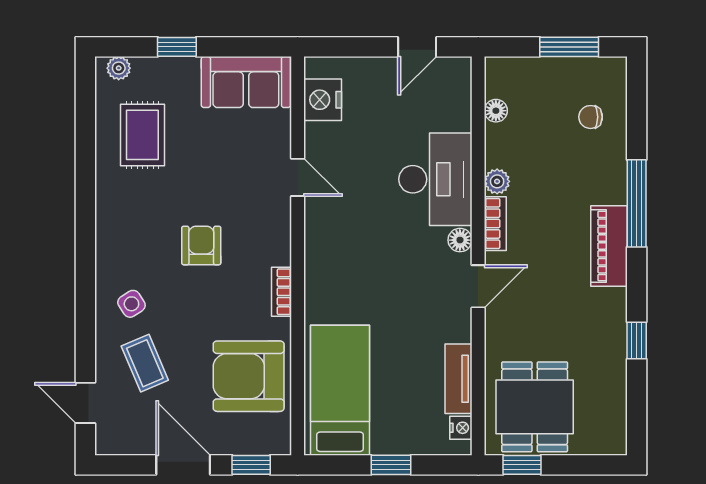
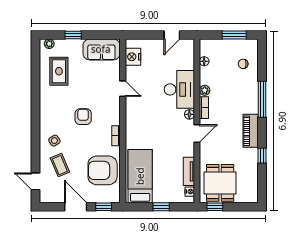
piano: (609, 246) -> (251, 131), moved

